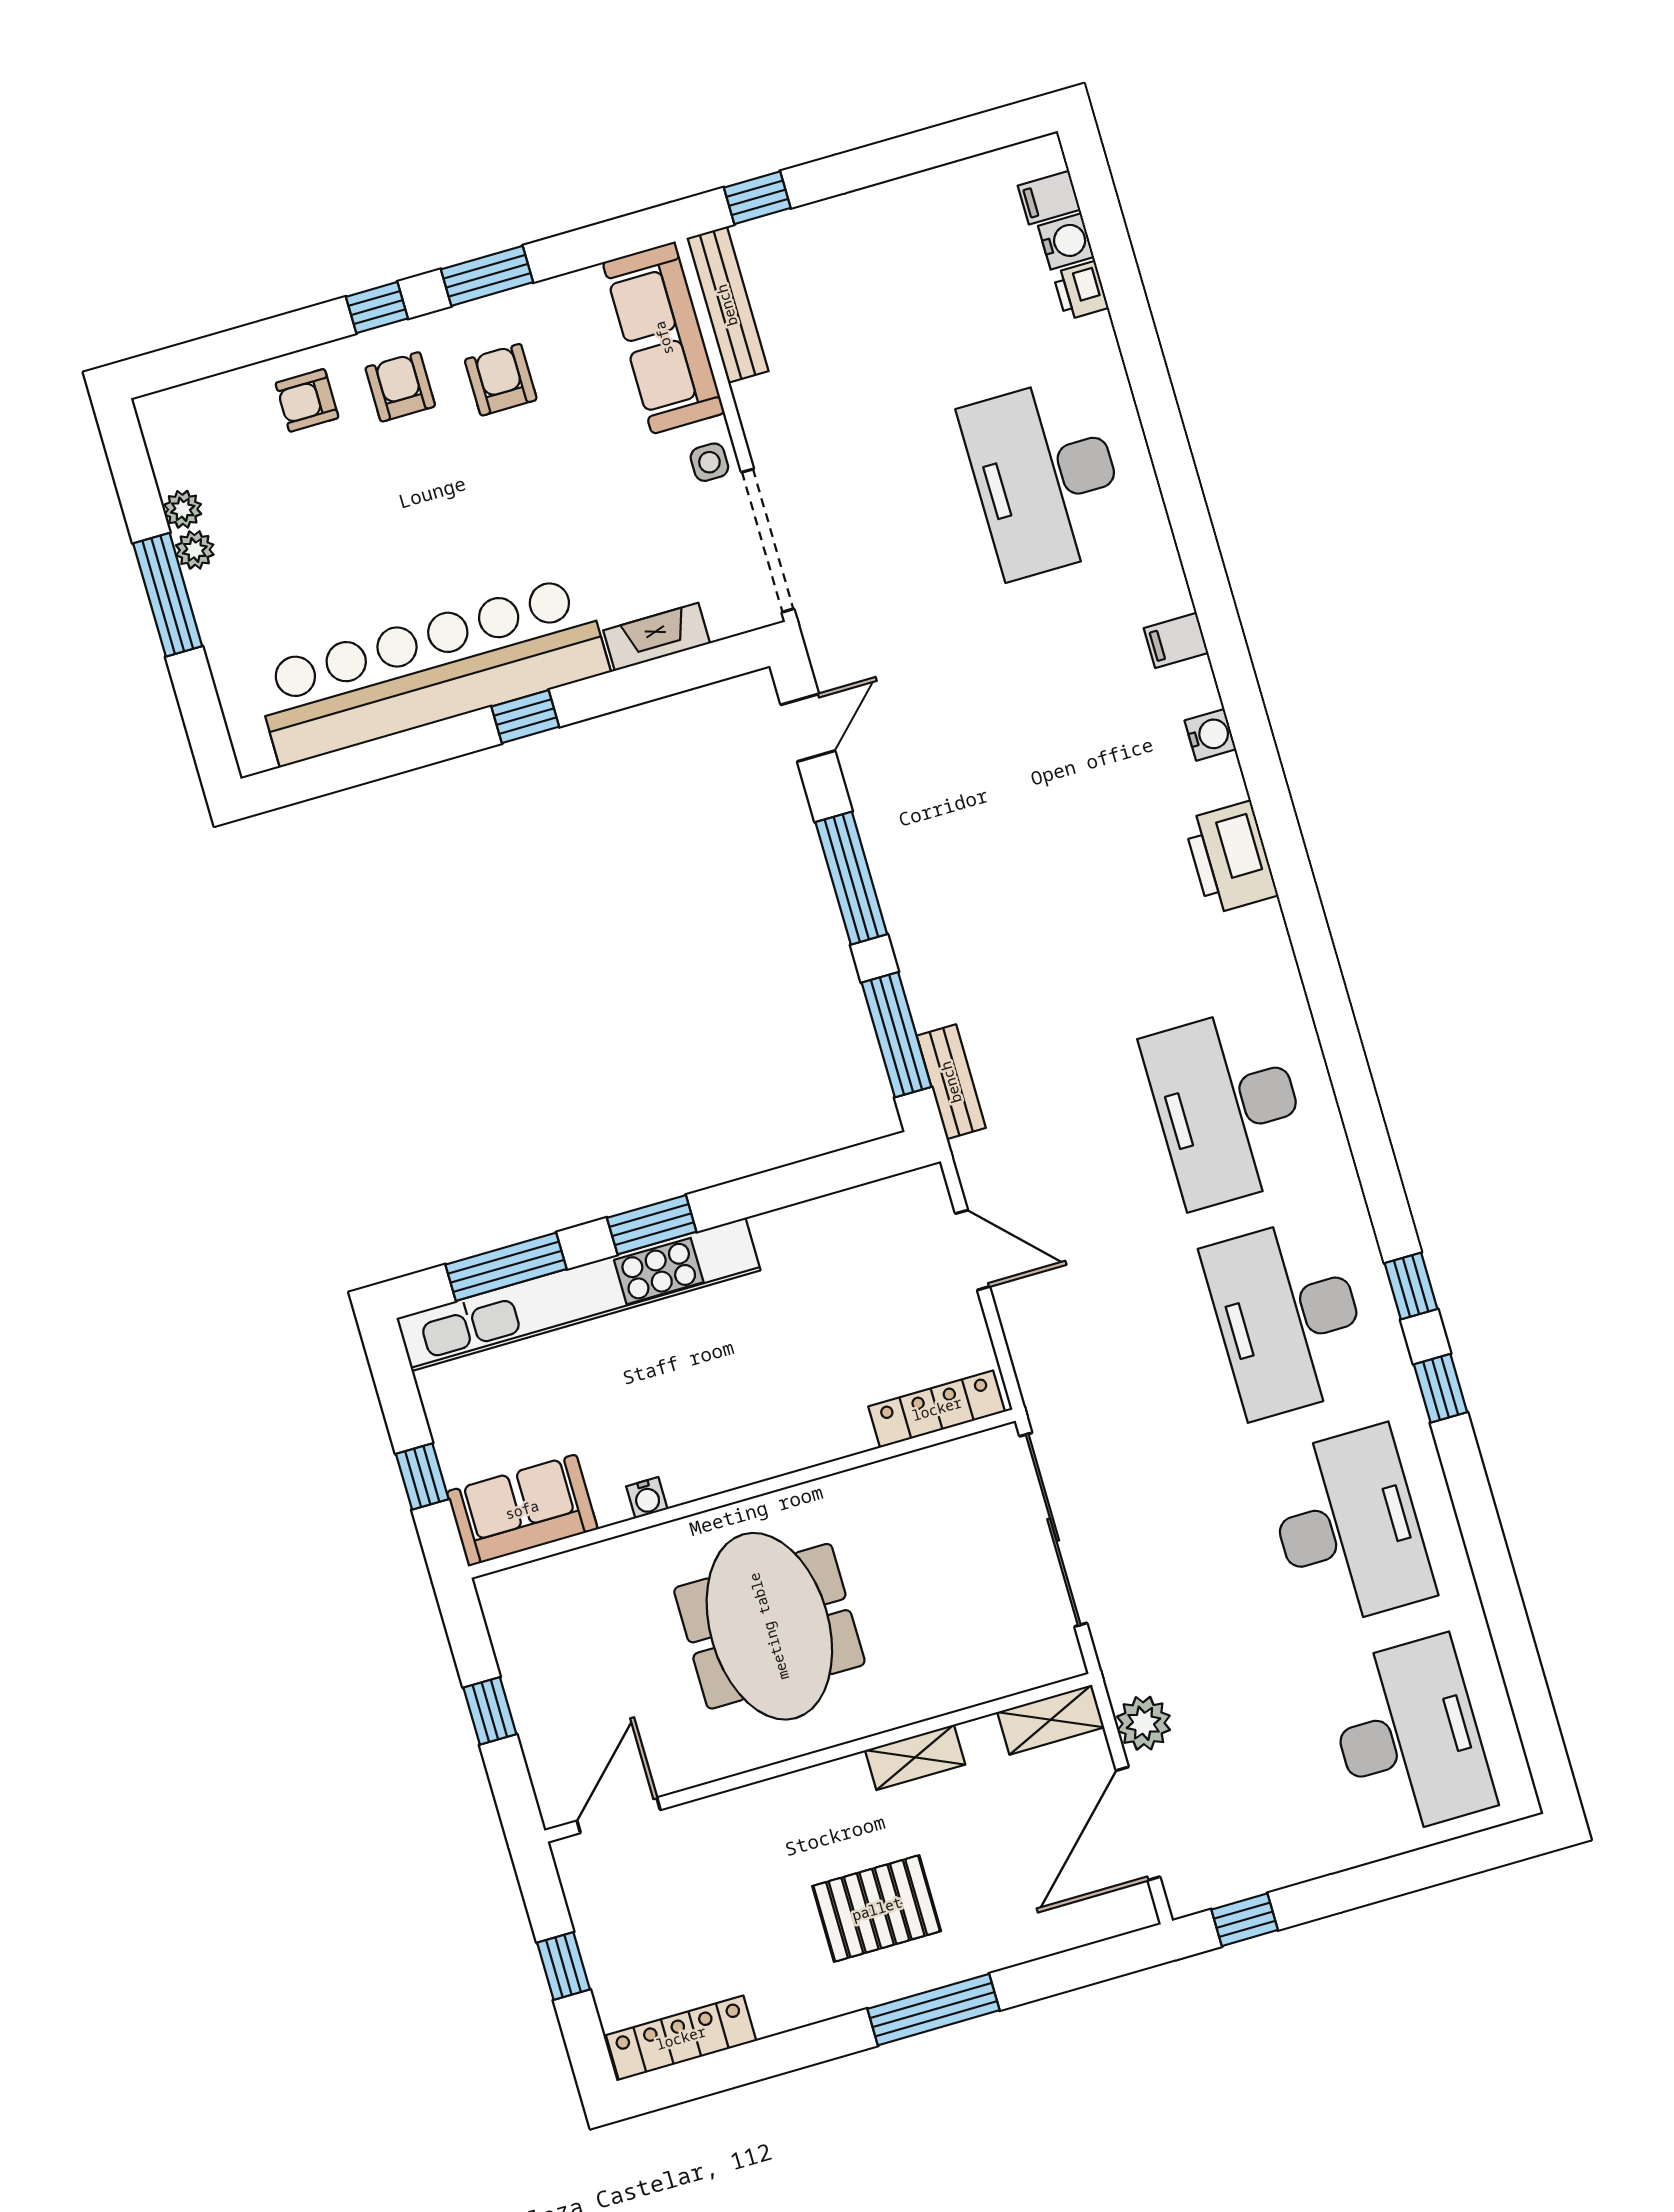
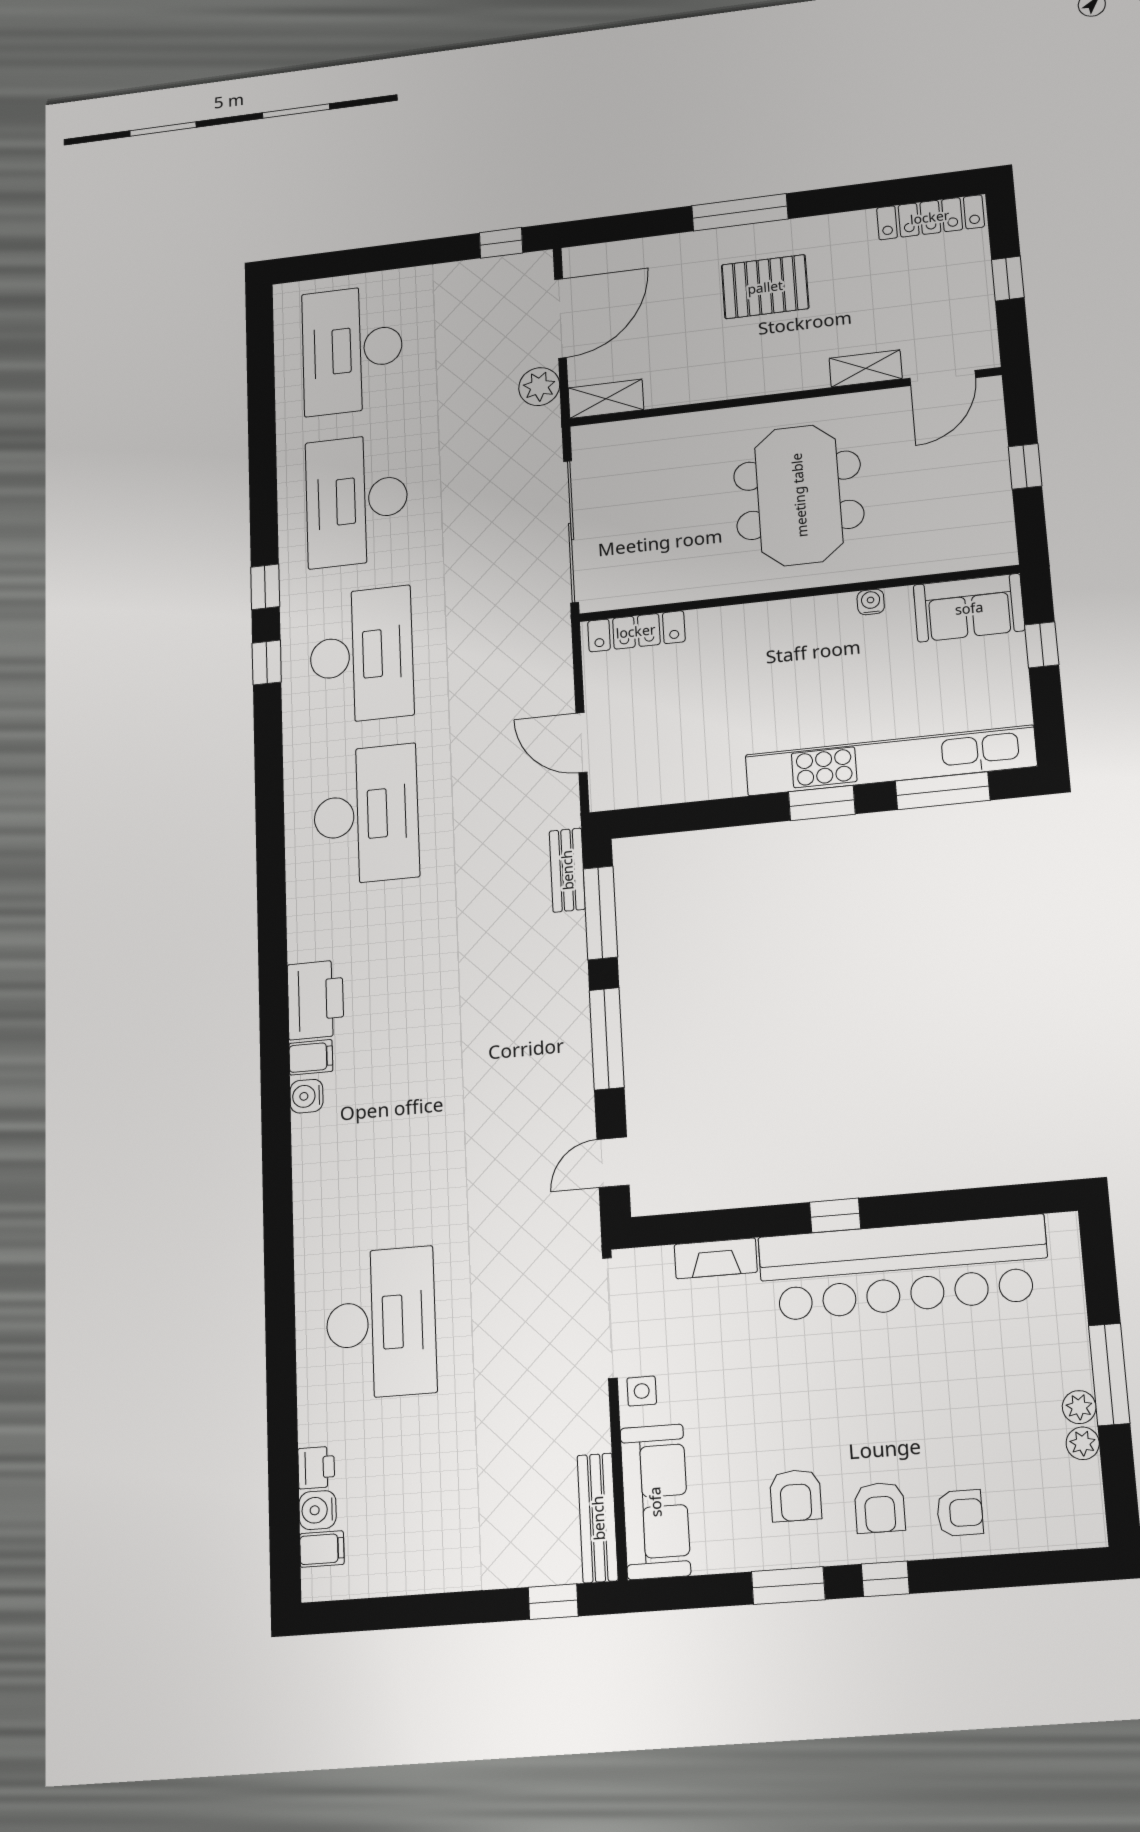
filing cabinet: (1176, 640) -> (311, 1057), moved
shelving: (915, 1757) -> (866, 369), moved

